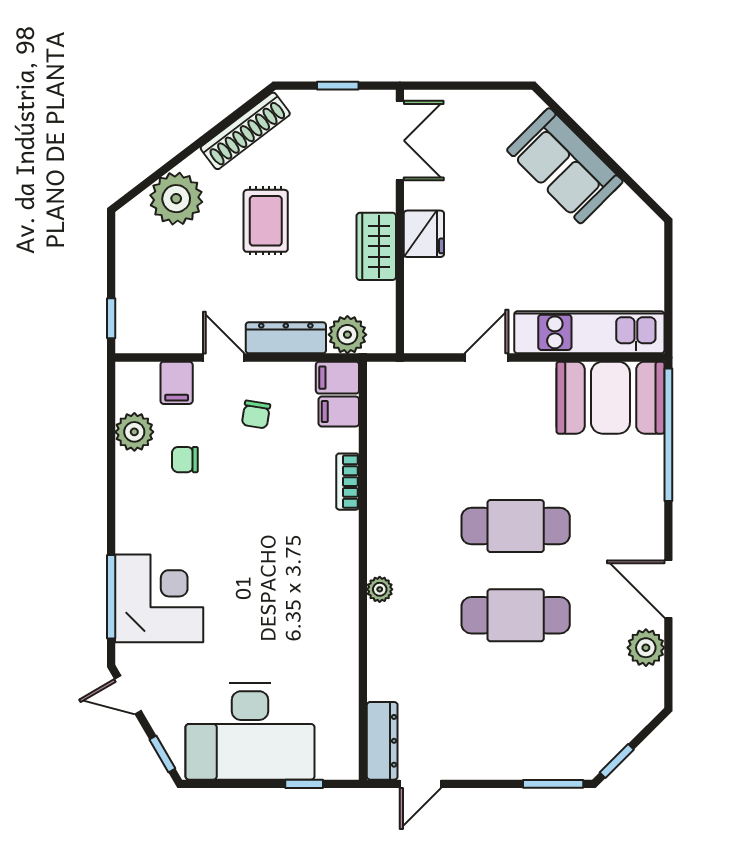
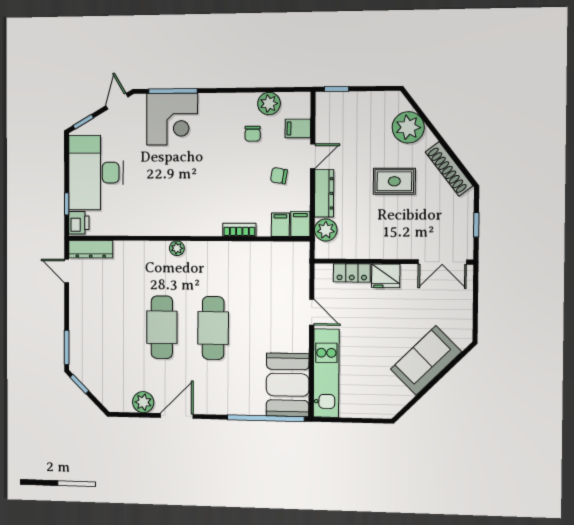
wardrobe: (376, 246) -> (378, 247), removed
locker: (419, 290) -> (352, 273), added
chair: (185, 460) -> (253, 134), turned 180
printer: (337, 762) -> (79, 223), added

